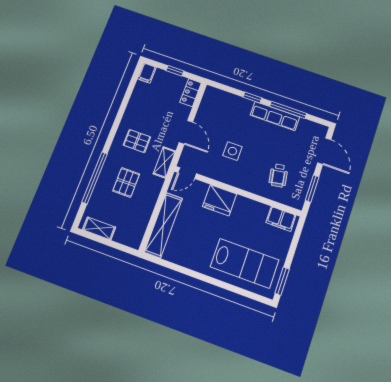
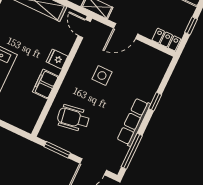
window: (288, 110) -> (132, 151), moved
wheelchair: (278, 175) -> (73, 118), width x1.36, depth x1.37
fridge: (220, 200) -> (57, 59), width x0.53, depth x0.75
filing cabinet: (281, 219) -> (45, 84), moved

